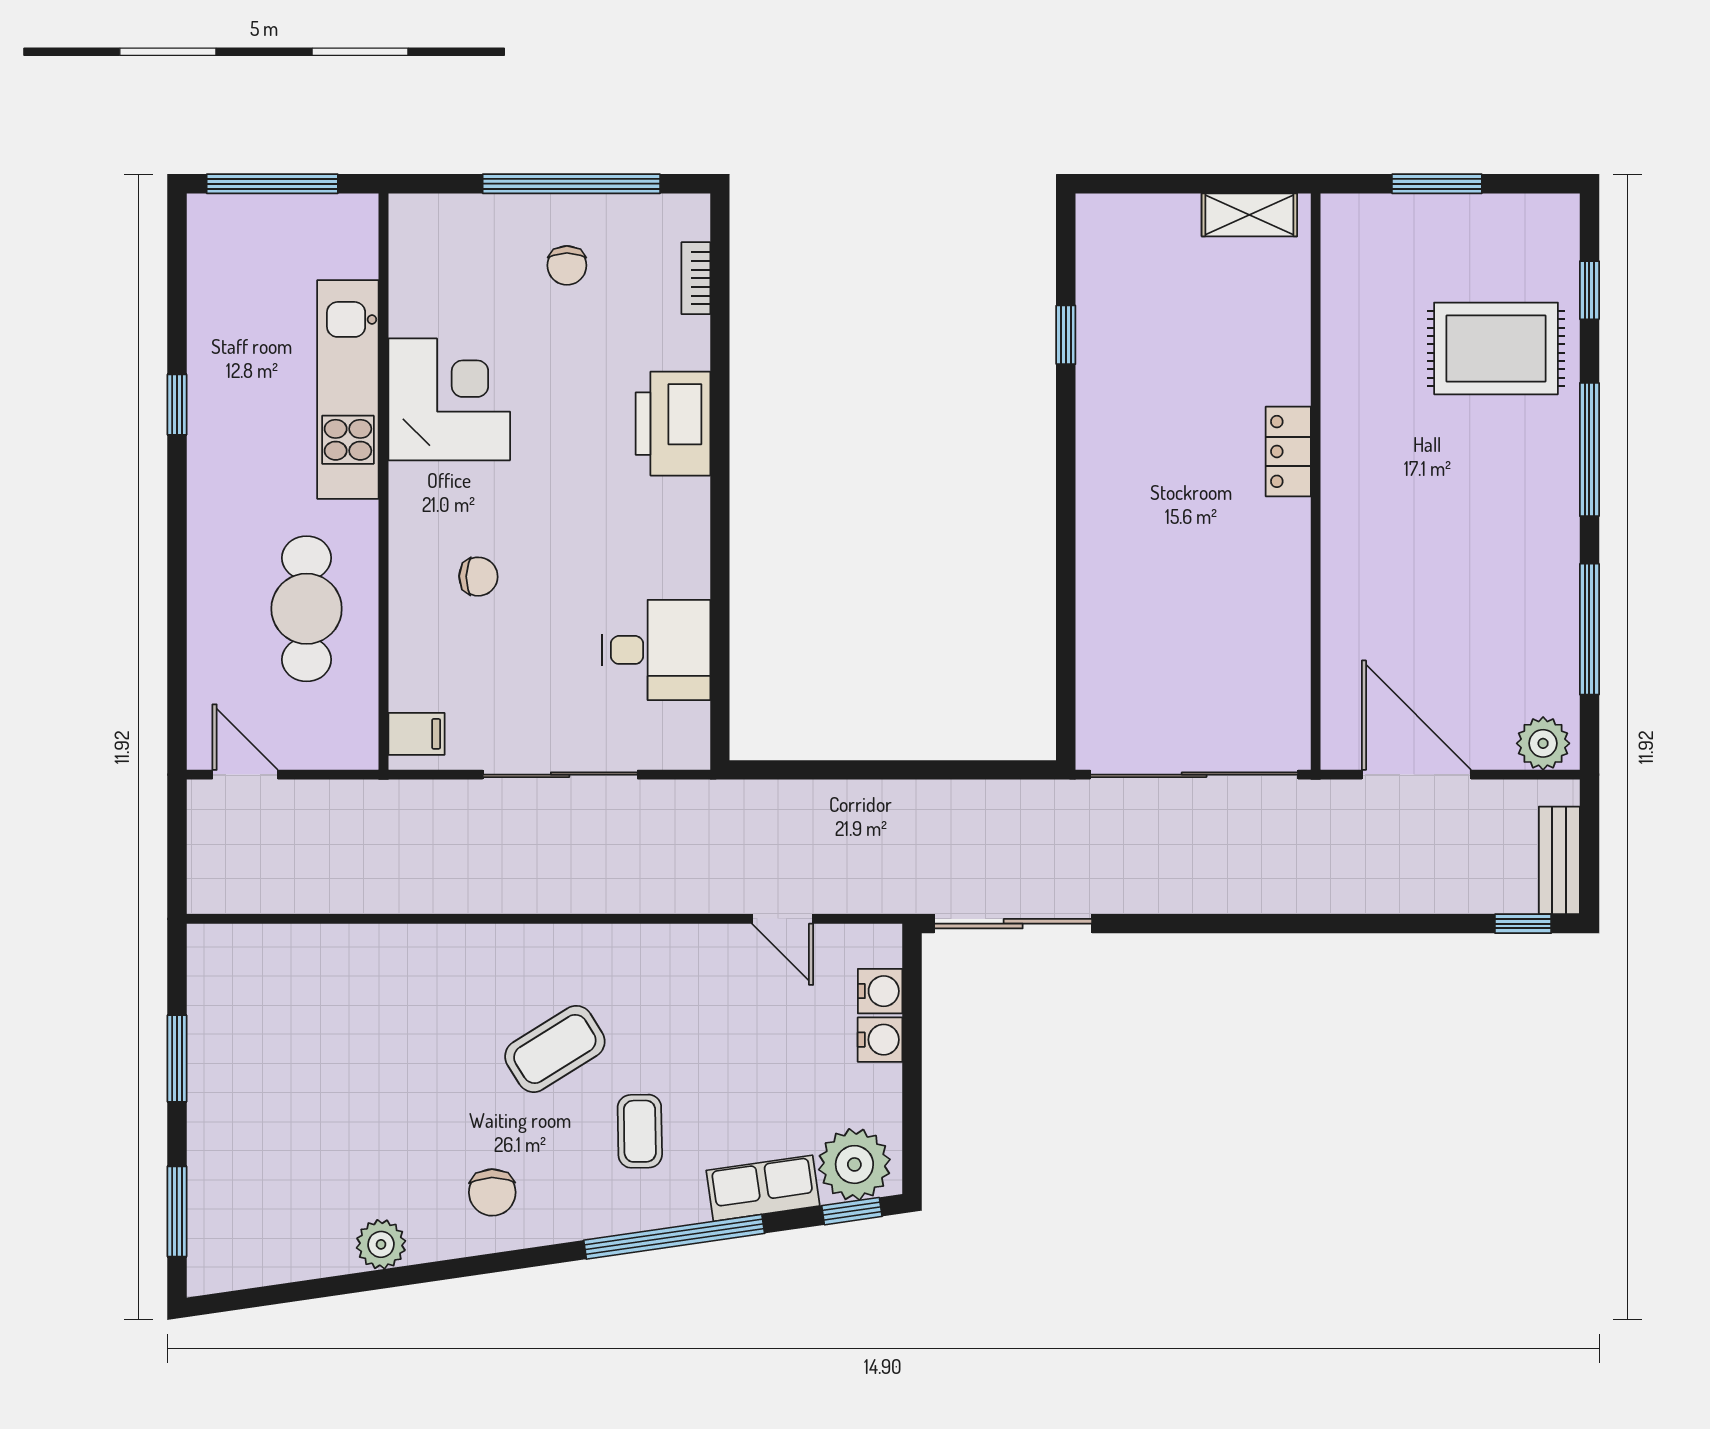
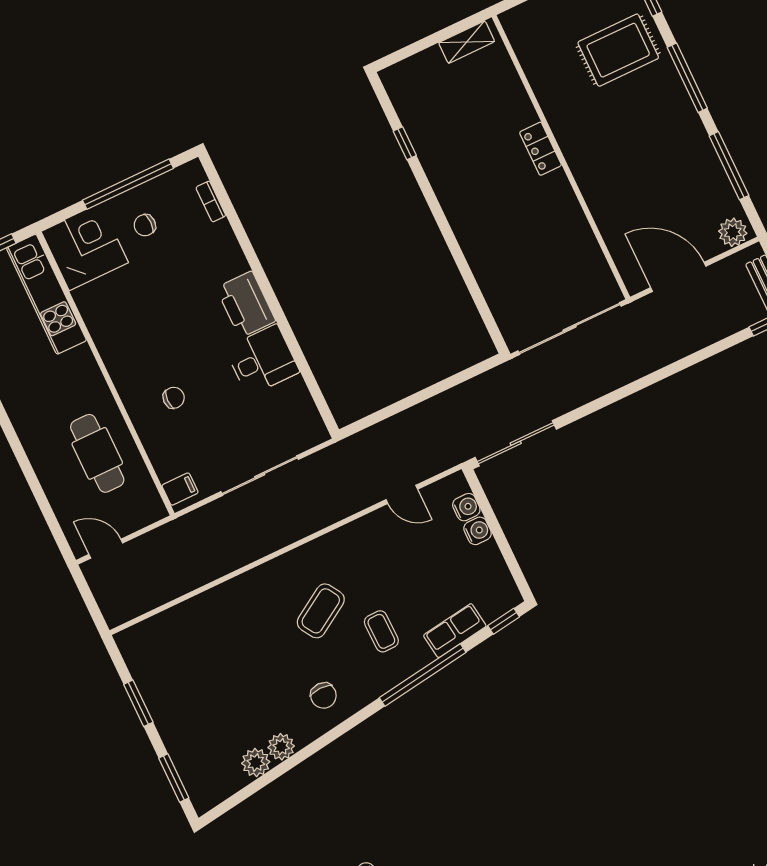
chair: (567, 265) -> (145, 225), turned 90
kitchen unit: (348, 389) -> (46, 294), moved
corner desk: (449, 399) -> (85, 247), moved
printer: (673, 424) -> (246, 304), moved
desk: (656, 650) -> (262, 360), moved
plant: (854, 1164) -> (256, 763), moved, width x0.73, depth x0.73

